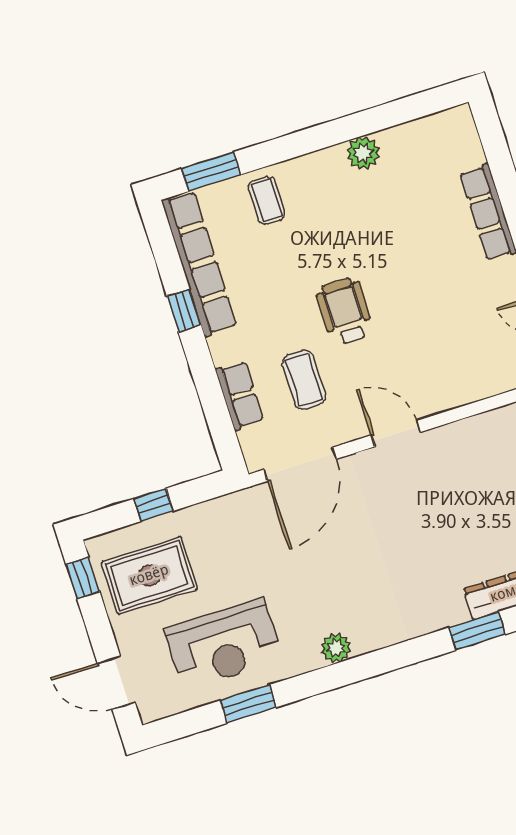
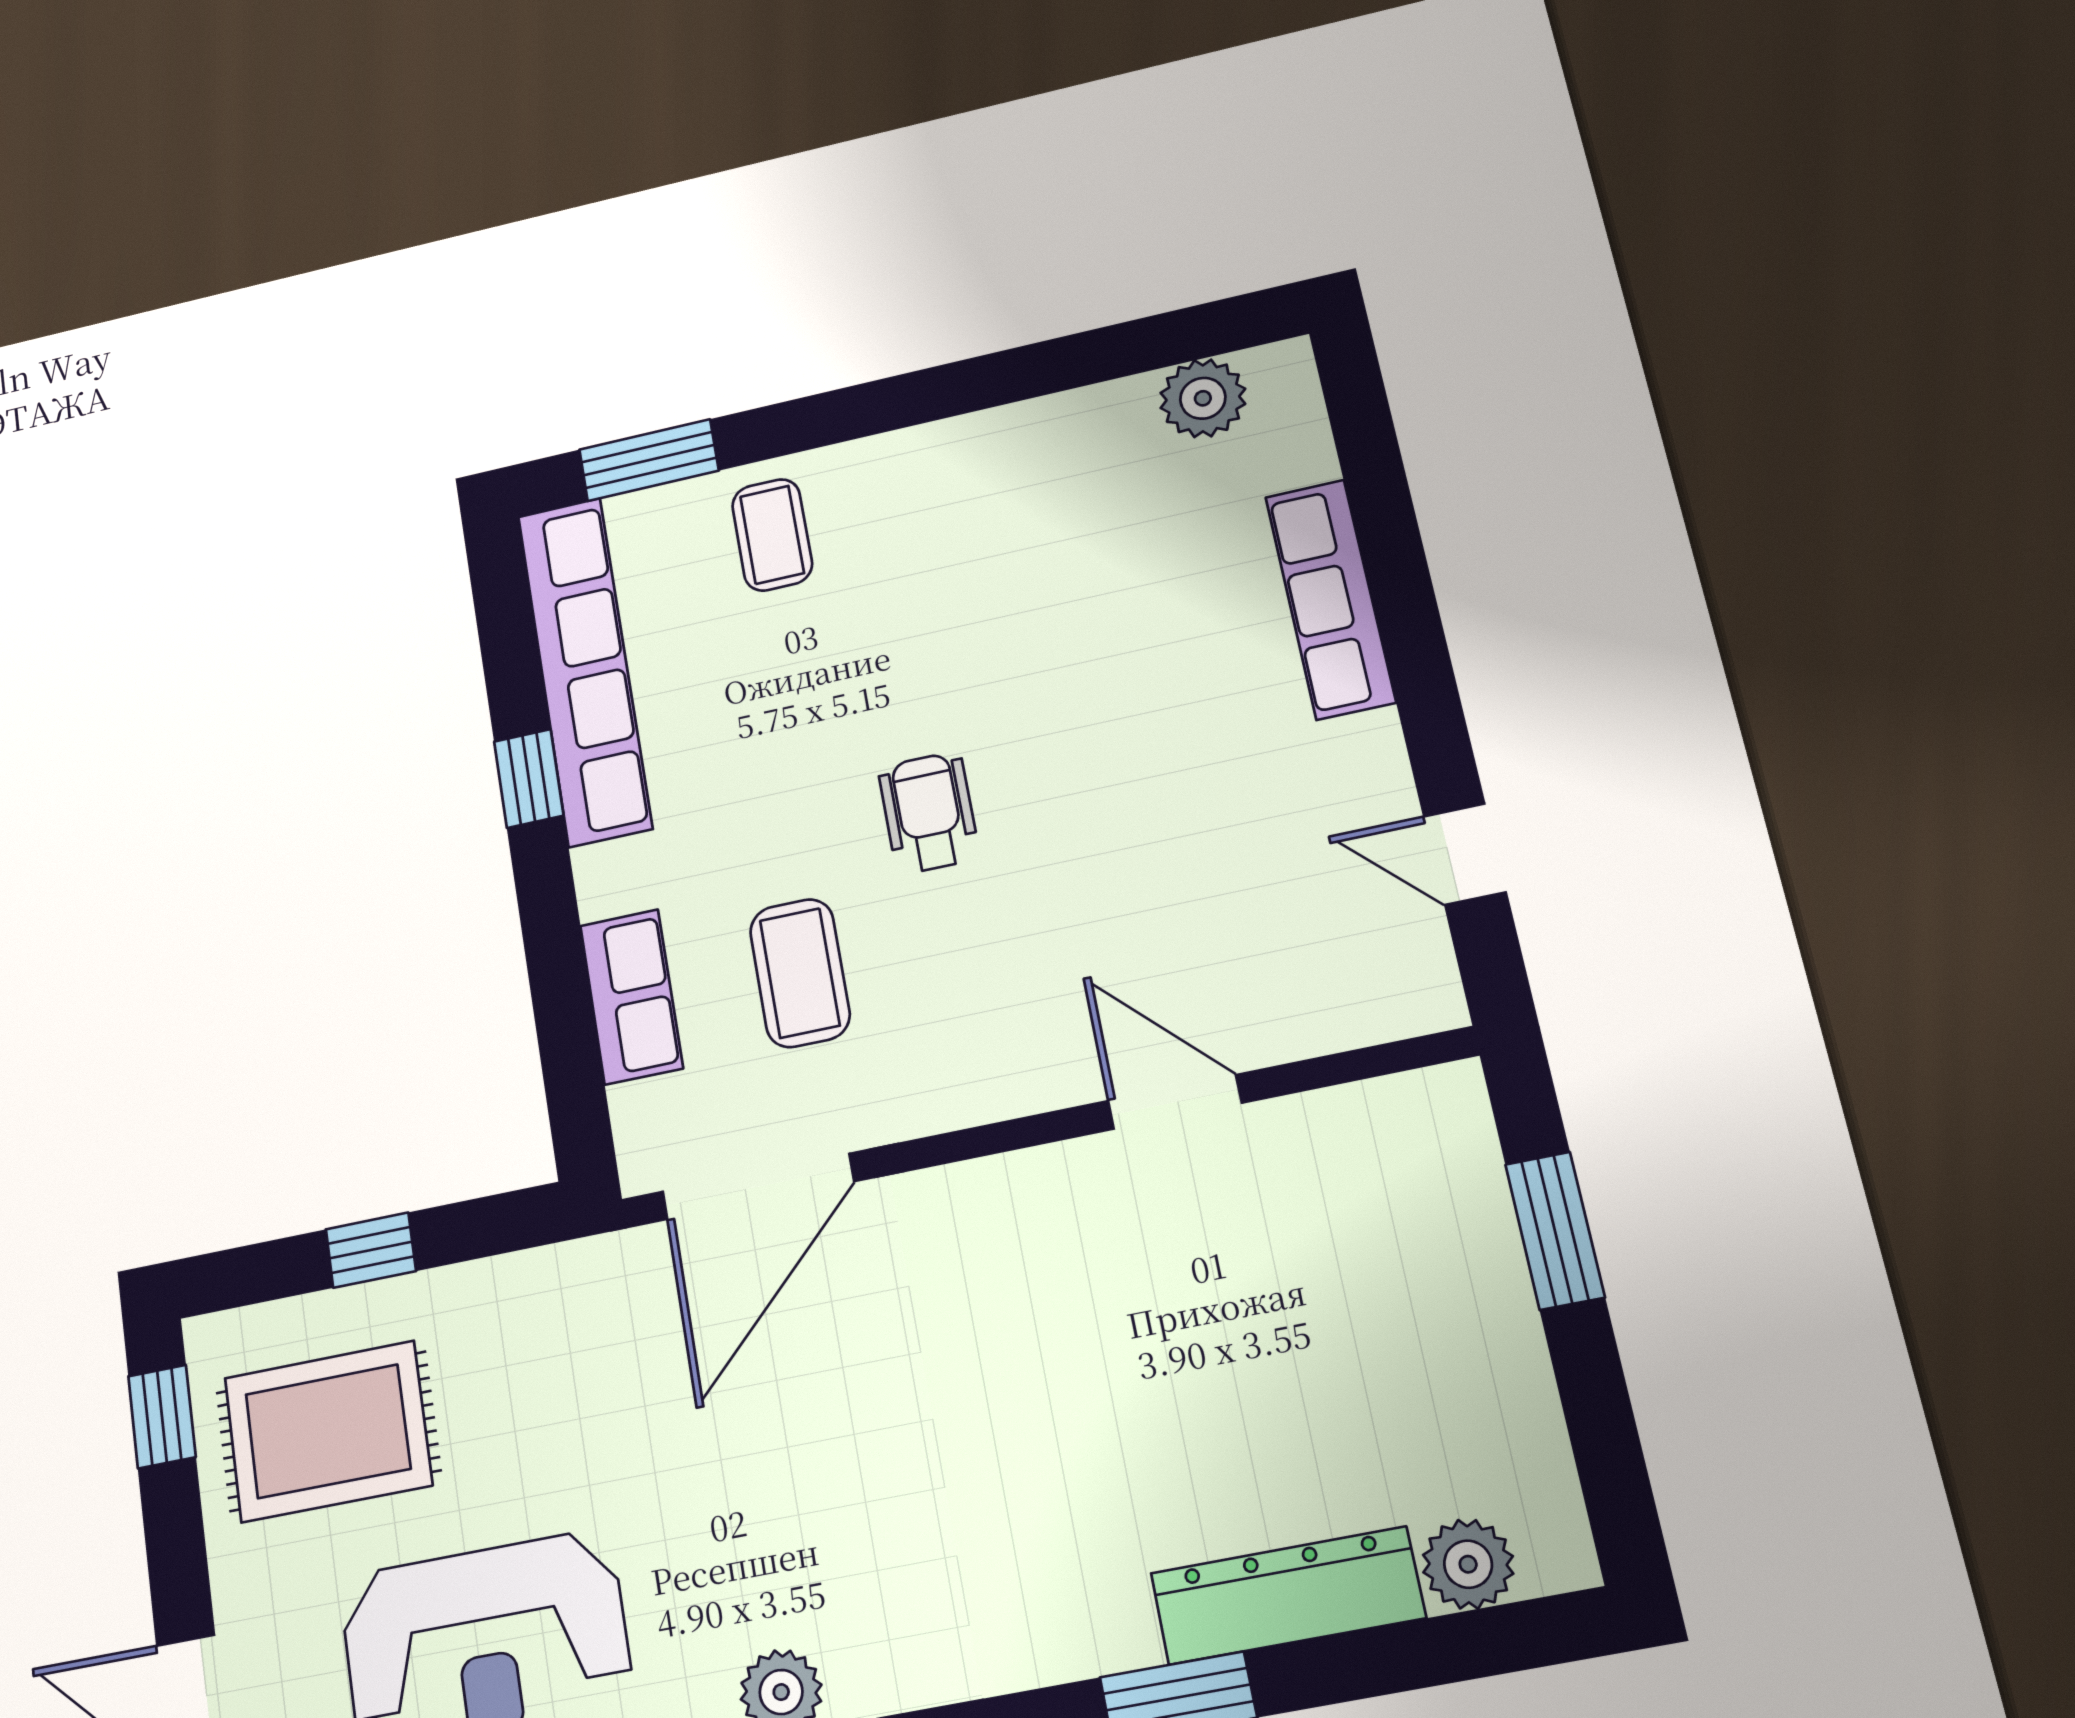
plant: (363, 153) -> (1203, 398), moved
wheelchair: (345, 311) -> (929, 813), width x0.73, depth x0.73
door: (396, 434) -> (1175, 1102), moved

